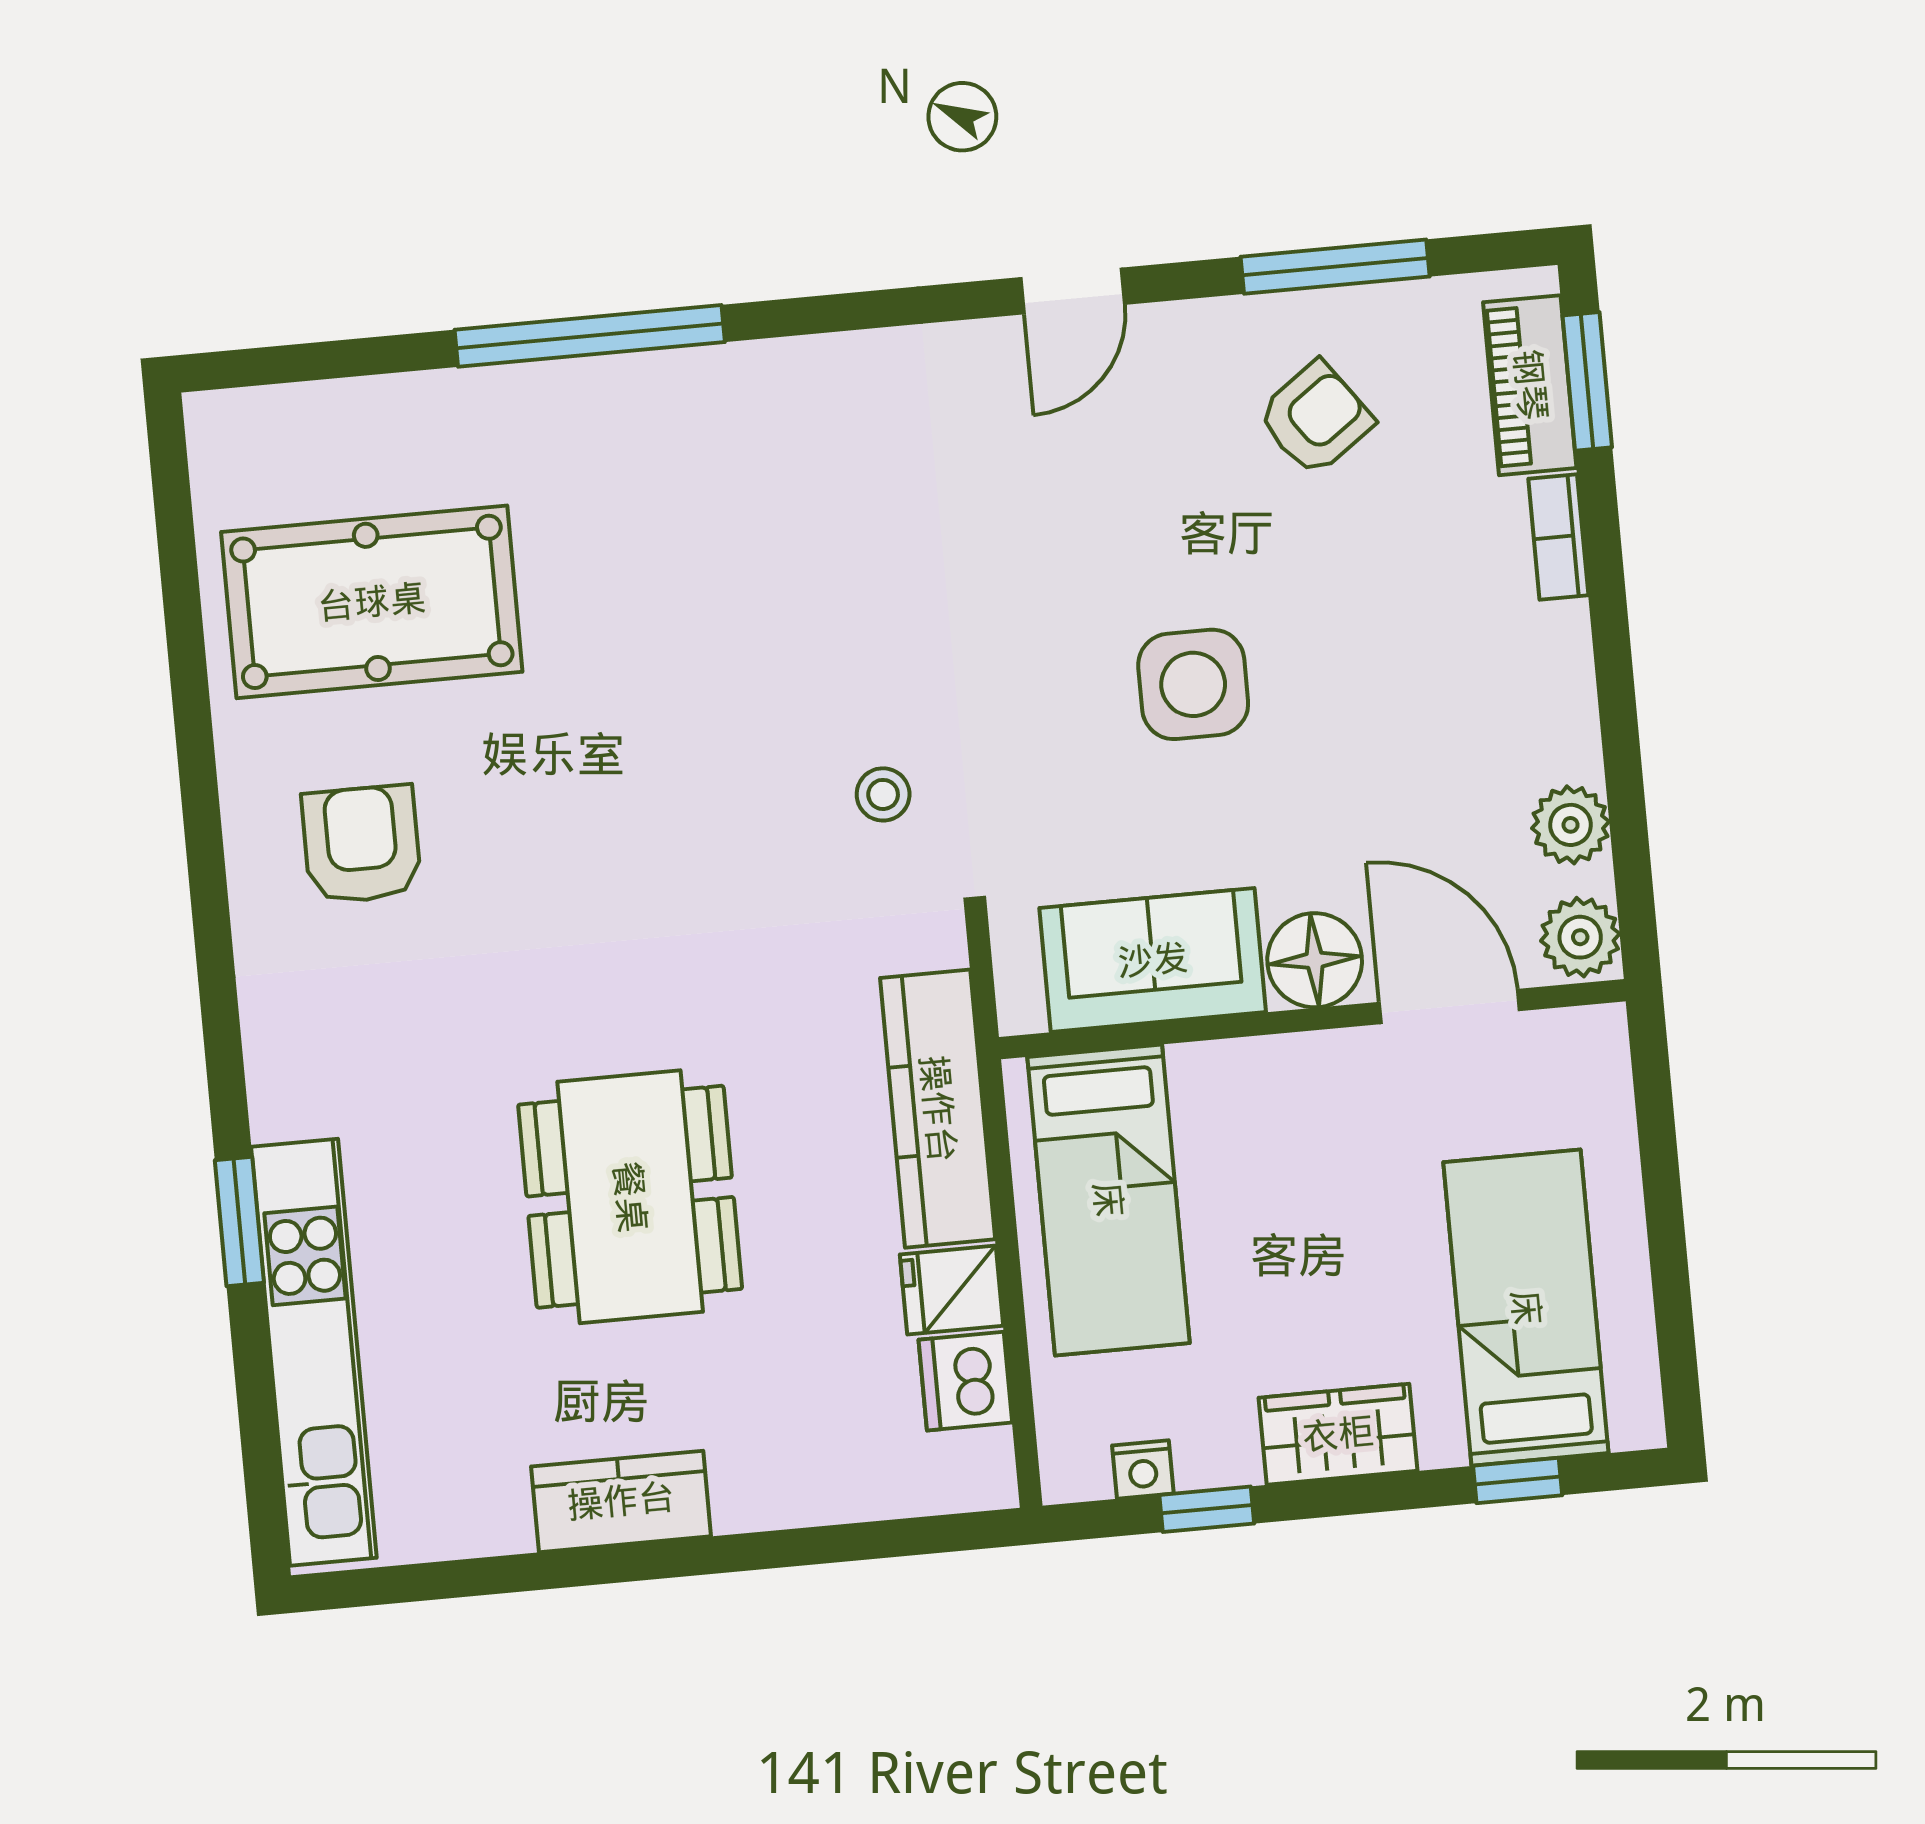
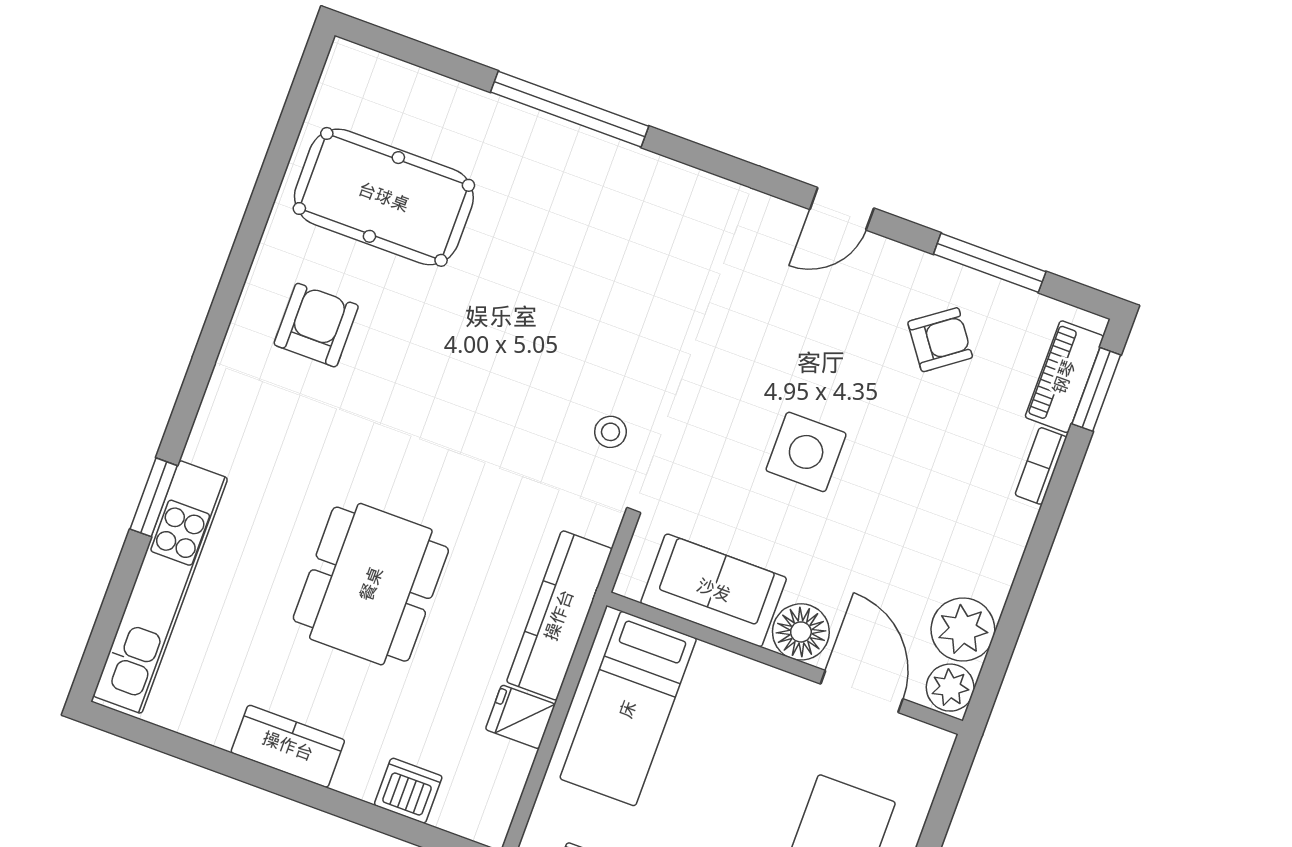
plant: (1571, 825) -> (963, 629), width x1.36, depth x1.36
dishwasher: (965, 1381) -> (408, 791), moved, turned 90

